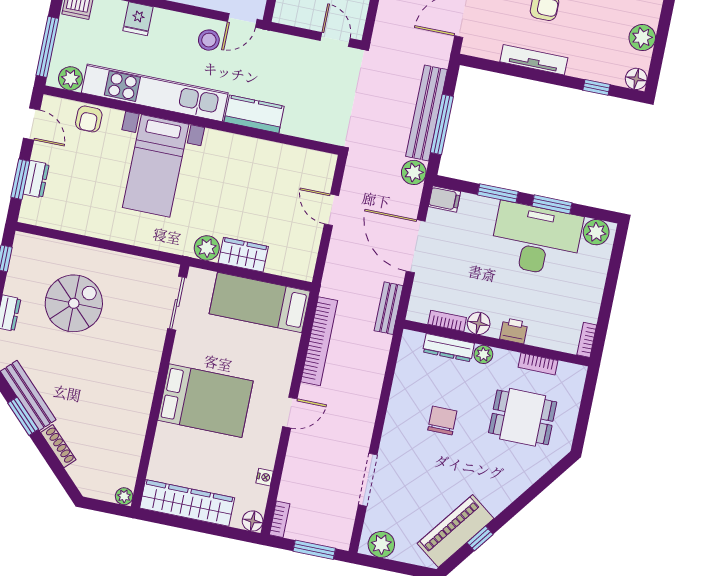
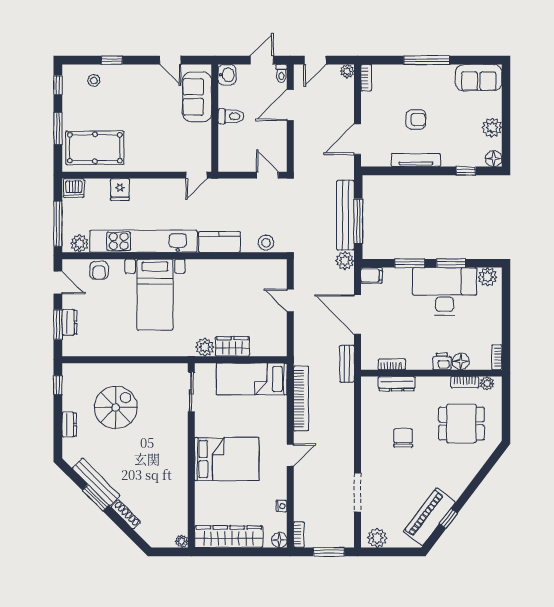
stool: (209, 40) -> (266, 243), moved
floor lamp: (479, 323) -> (461, 361), moved
plant: (483, 354) -> (487, 383), moved

